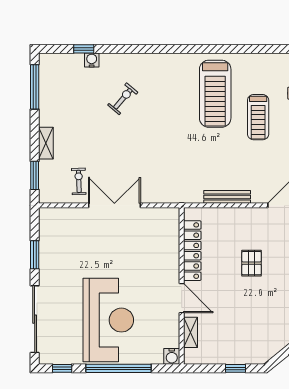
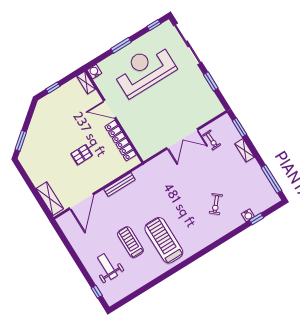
pallet: (252, 263) -> (82, 155), turned 90
reception desk: (108, 320) -> (144, 70), turned 90
shelving: (190, 332) -> (86, 83), moved
window: (118, 368) -> (121, 45), width x0.47

